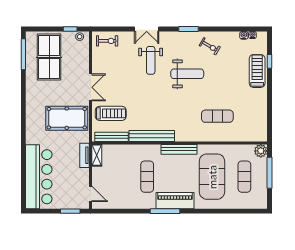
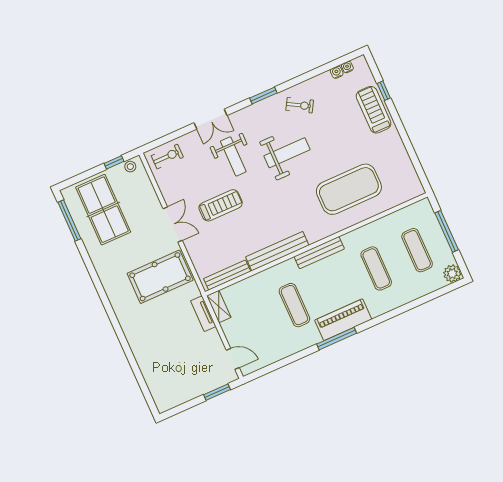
treadmill: (111, 113) -> (221, 205), moved
exercise mat: (217, 116) -> (349, 189), width x2.00, depth x1.45
plant: (261, 151) -> (452, 274), moved
bar counter: (39, 177) -> (158, 366), removed
exercise mat: (212, 177) -> (376, 268), width x0.50, depth x0.69

